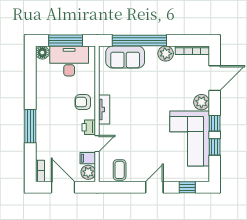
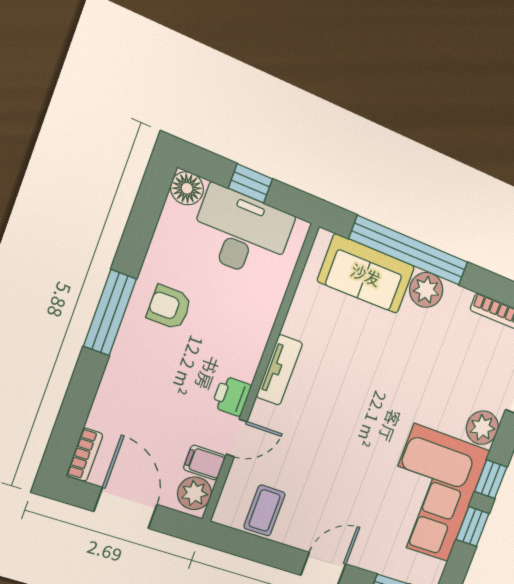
window: (66, 41) -> (251, 183), width x0.46
plant: (166, 54) -> (426, 290), moved
armchair: (83, 102) -> (169, 307), moved
window: (30, 126) -> (110, 313), moved

